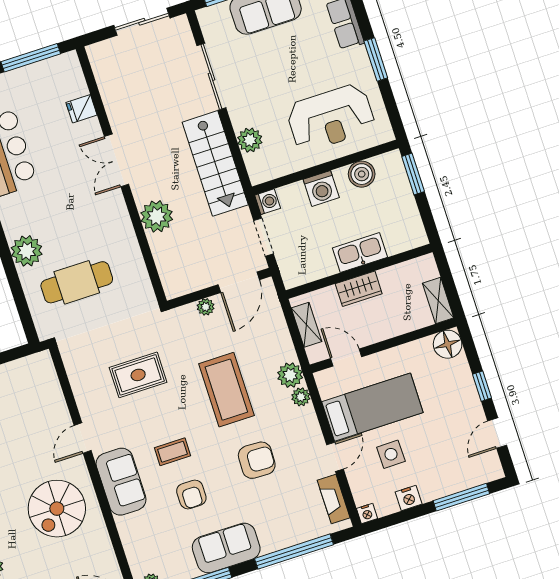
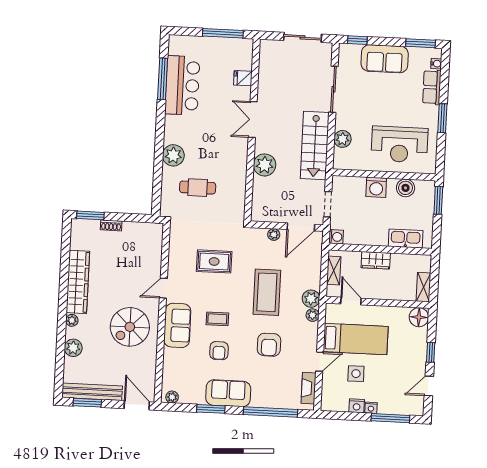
washing machine: (268, 202) -> (336, 237), moved
kitchen sink: (360, 253) -> (406, 239), moved
cafe table: (77, 282) -> (198, 188), width x0.73, depth x0.74
armchair: (257, 460) -> (269, 345), turned 88
nightstand: (367, 513) -> (371, 408), moved

